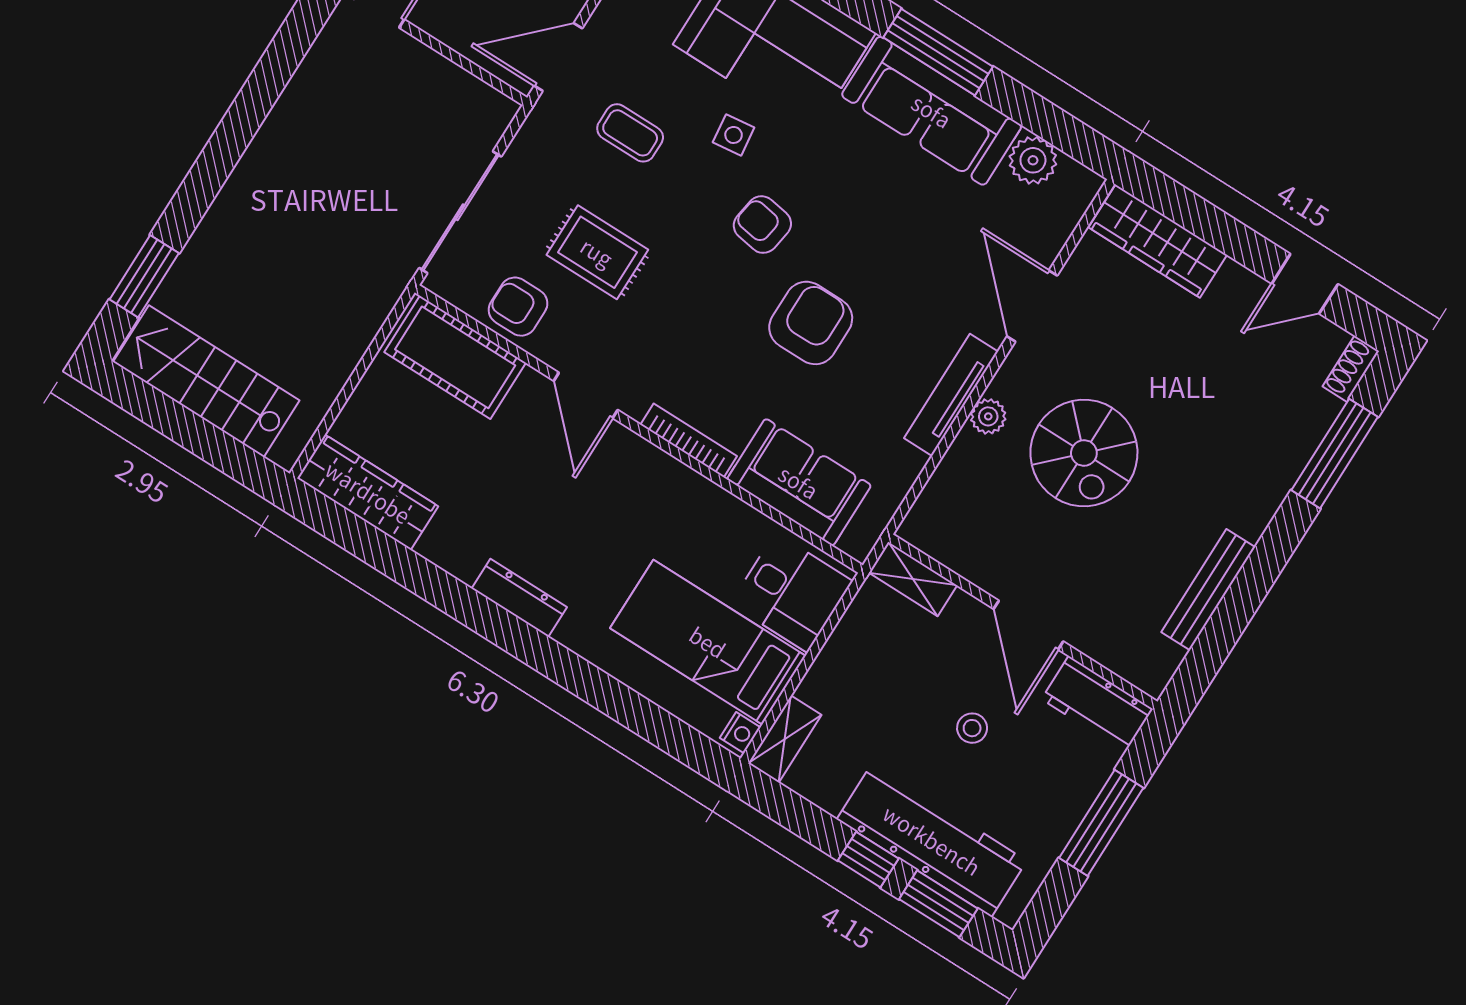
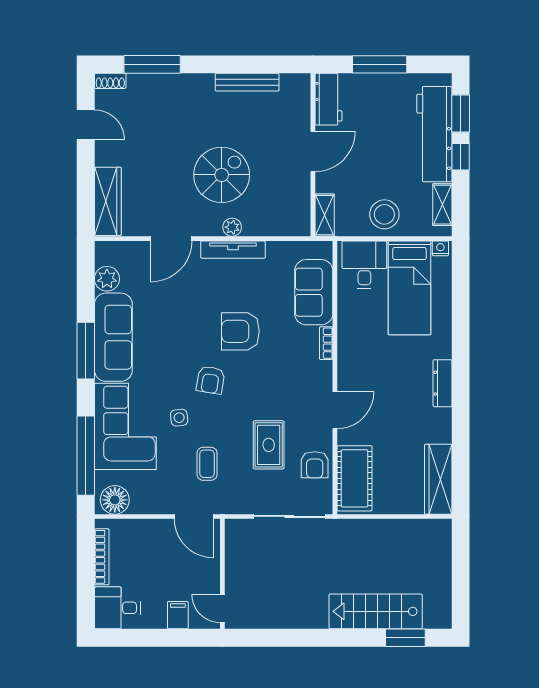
stairs: (206, 381) -> (376, 611), moved, turned 90
bookcase: (689, 440) -> (326, 343), width x0.64
stool: (972, 728) -> (384, 214), moved, width x1.89, depth x1.89
shelving: (785, 739) -> (442, 205), moved, turned 90

